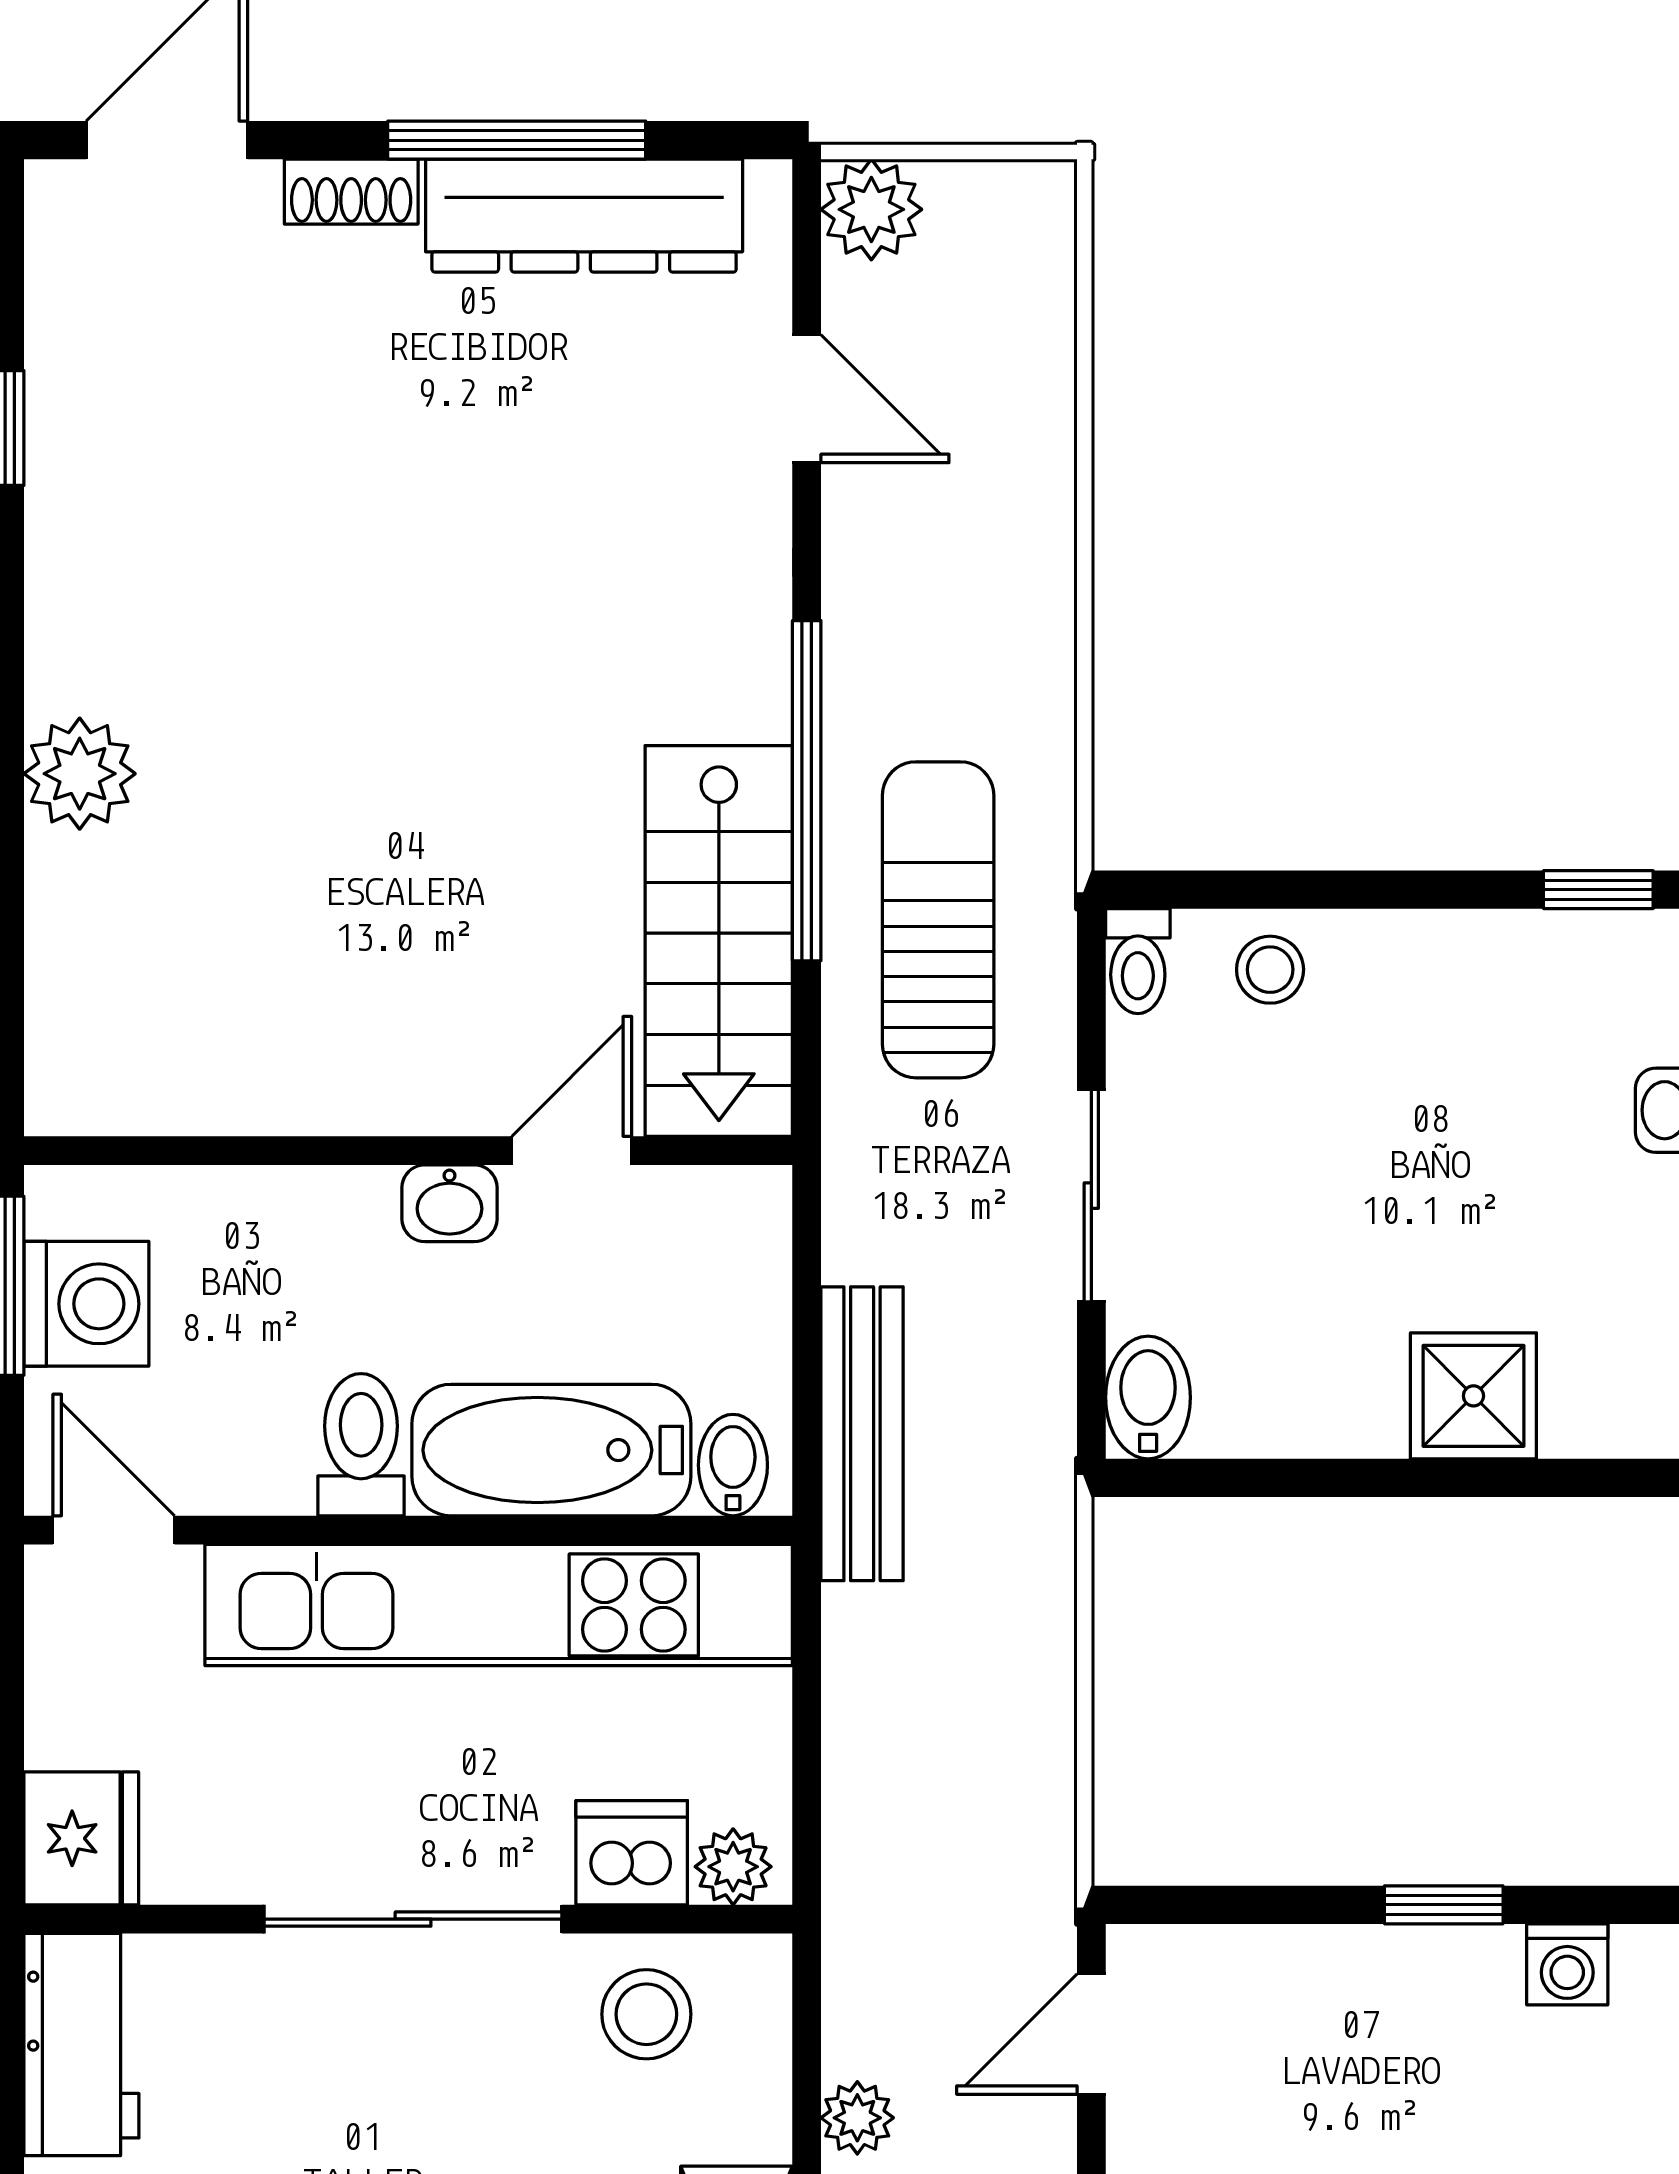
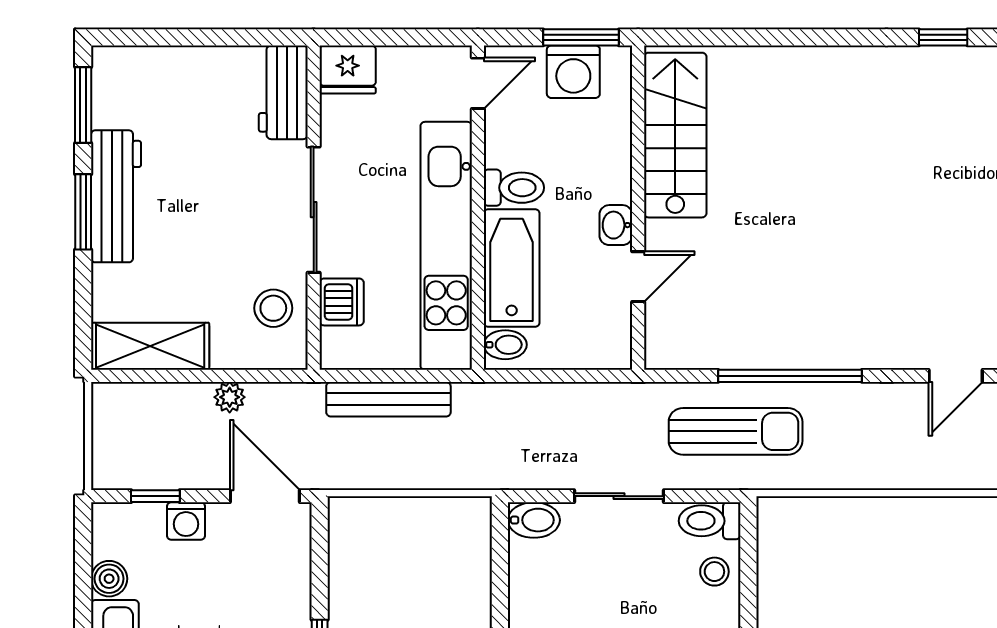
plant: (80, 774) -> (797, 69), removed
stairs: (719, 941) -> (675, 135), moved, turned 90
toilet: (1138, 961) -> (710, 521), width x1.37, depth x1.39
door: (572, 1151) -> (638, 277), hinge flipped
bench: (862, 1434) -> (388, 399), moved
plant: (733, 1867) -> (336, 345), removed
door: (1091, 2034) -> (265, 496), width x1.38
workbench: (81, 2044) -> (283, 92), moved, turned 90

